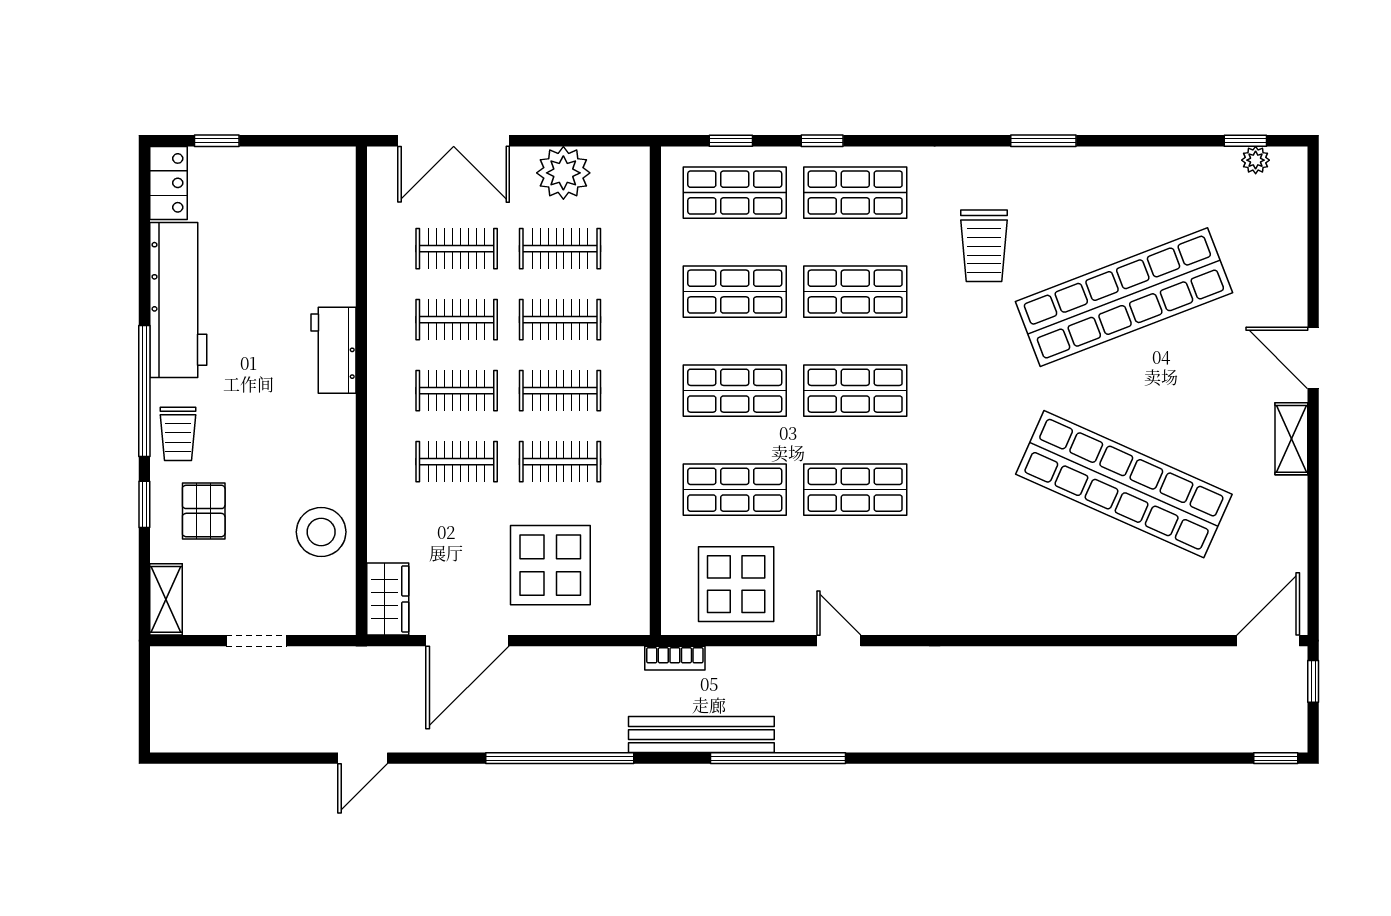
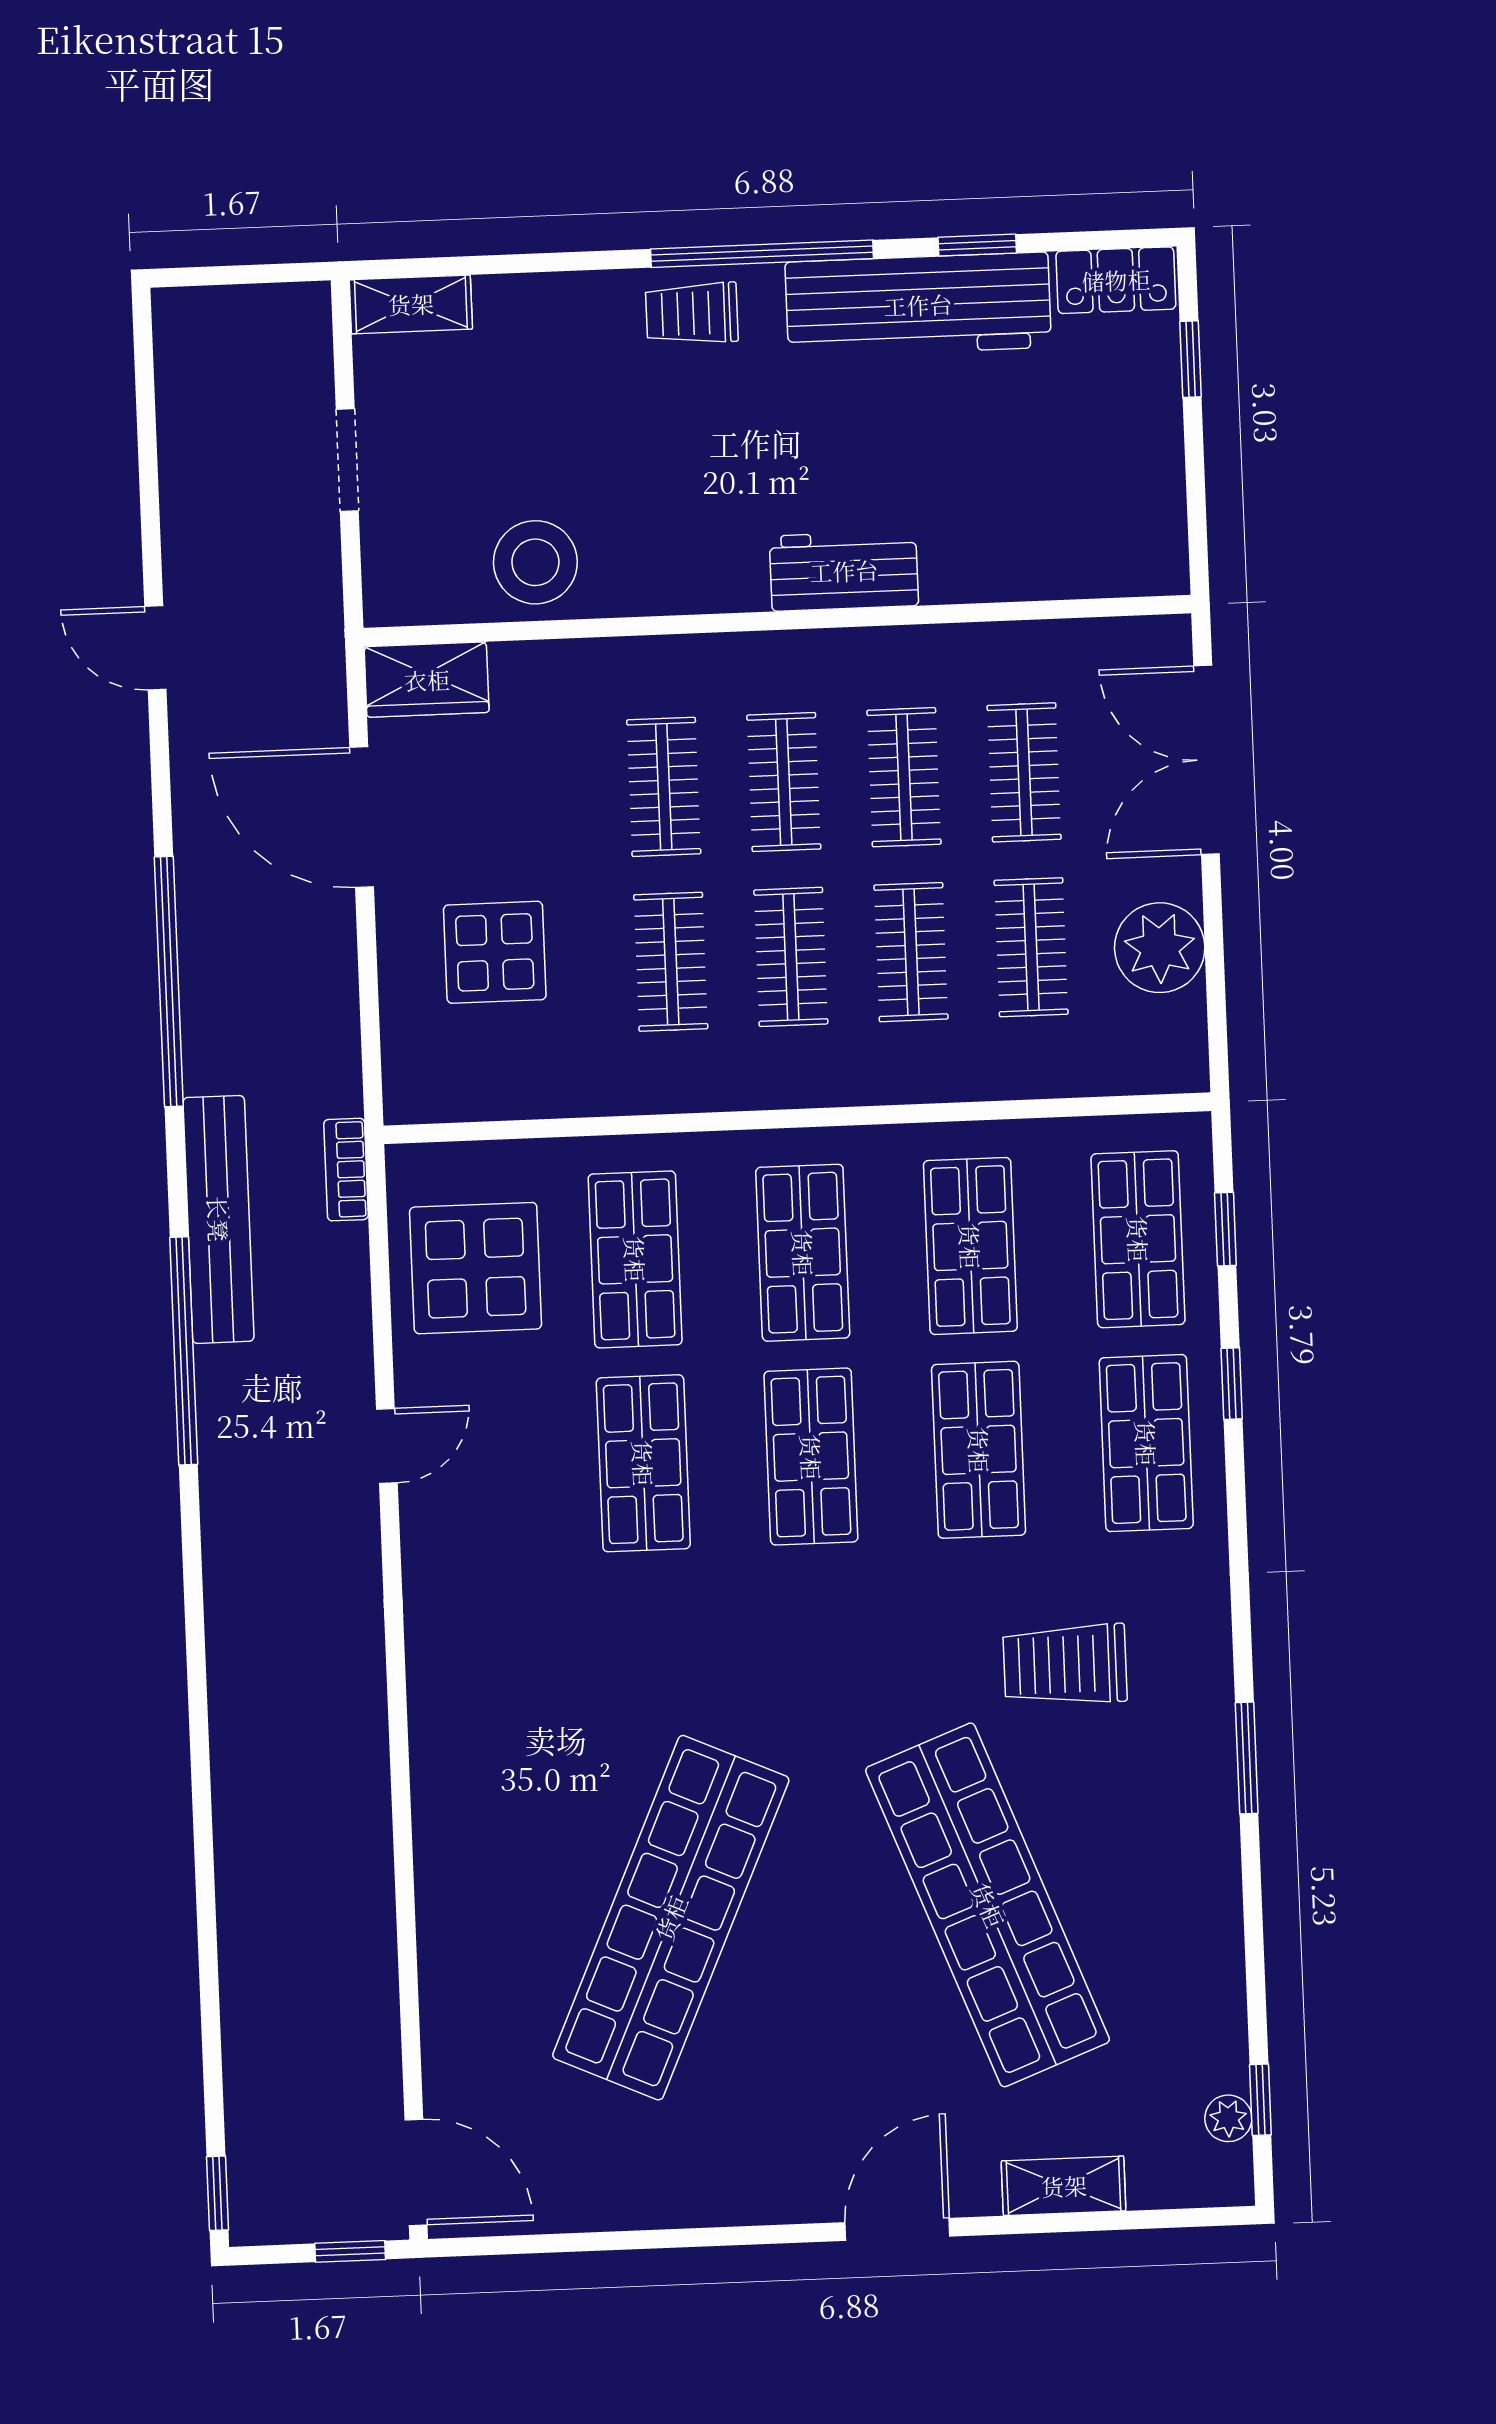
shelving: (1291, 439) -> (1064, 2186), moved
window: (144, 504) -> (977, 245), moved
pallet: (204, 511) -> (563, 362), removed
display table: (550, 565) -> (495, 952), width x0.73, depth x0.73

